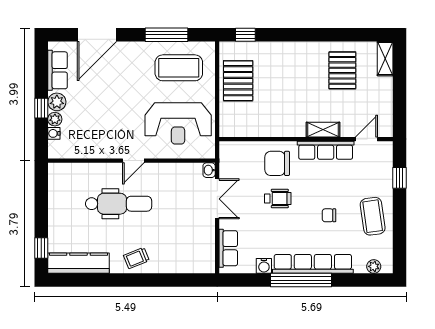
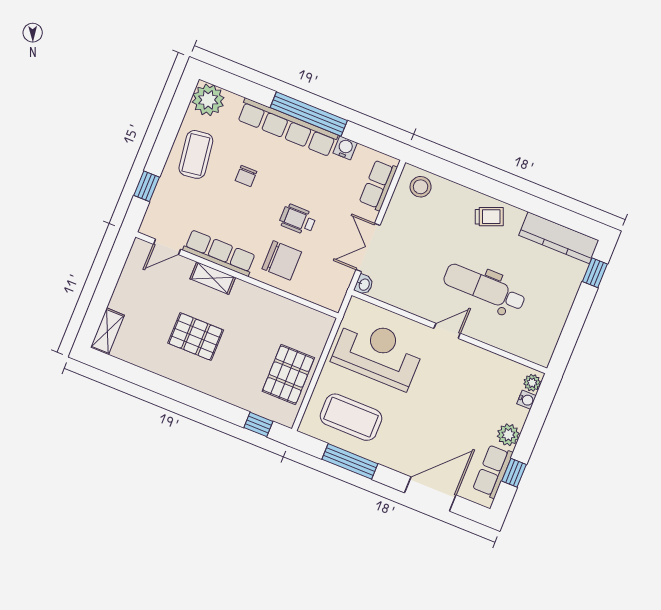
pallet: (342, 70) -> (196, 337), moved, turned 90
window: (41, 108) -> (514, 473), moved
plant: (55, 119) -> (532, 383), moved
chair: (329, 215) -> (246, 176), turned 90
stool: (196, 260) -> (421, 187), added
plant: (374, 266) -> (208, 100), width x1.88, depth x1.88

